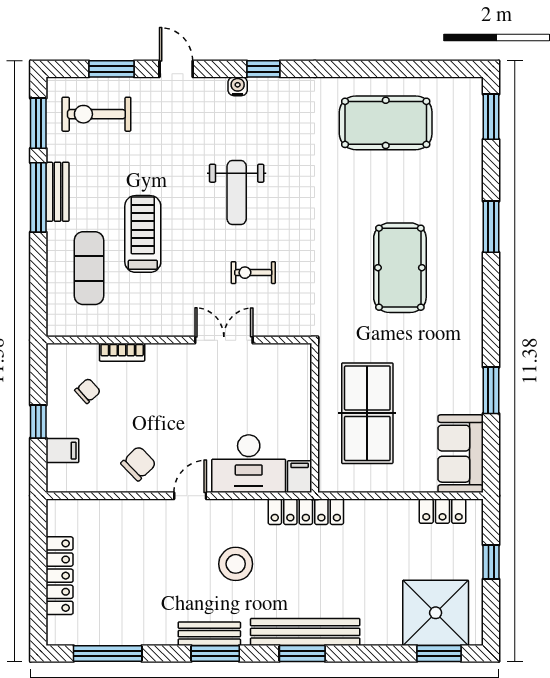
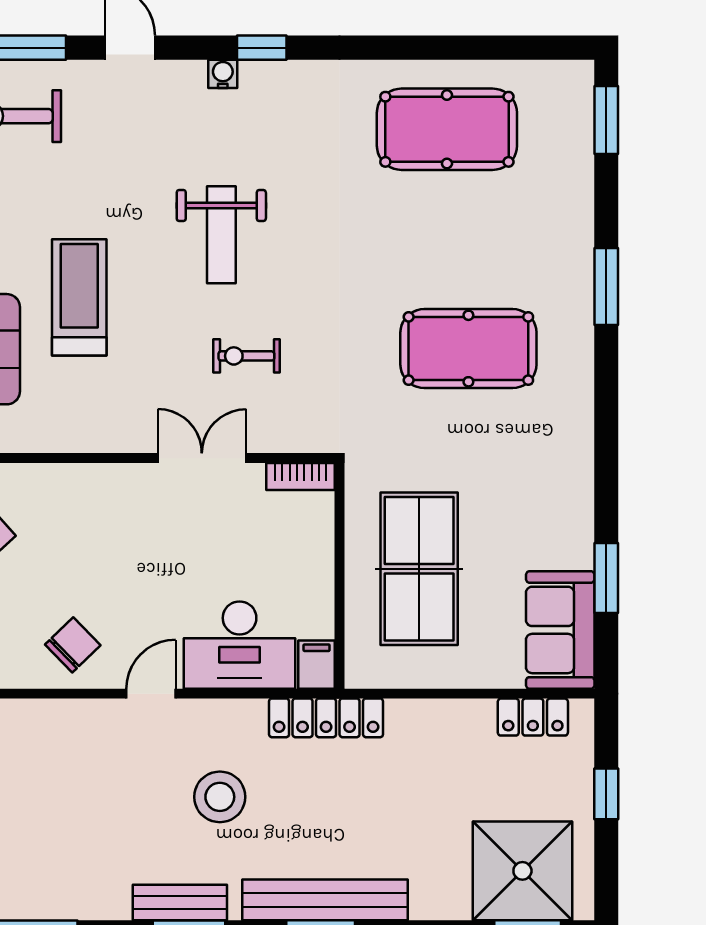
pool table: (400, 268) -> (468, 349), turned 90
bookcase: (122, 352) -> (301, 476), moved
window: (491, 390) -> (606, 578), moved

